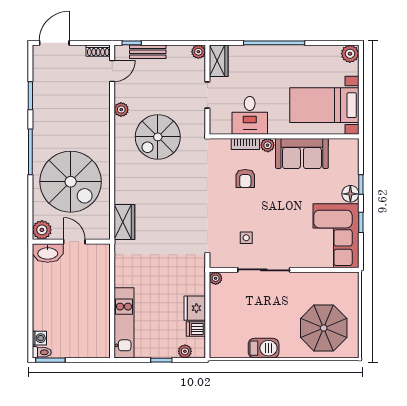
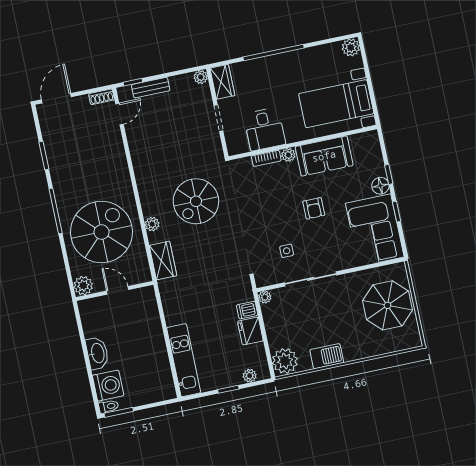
plant: (121, 110) -> (152, 224), moved
spiral stairs: (158, 137) -> (196, 201), moved
armchair: (245, 178) -> (314, 208), moved
spiral stairs: (71, 182) -> (102, 232), turned -90
washbasin: (48, 253) -> (97, 353), moved, turned -90
parasol: (324, 328) -> (387, 305), moved
dishwasher: (196, 329) -> (247, 310), moved
washing machine: (39, 338) -> (108, 386), width x1.89, depth x1.89
plant: (222, 344) -> (285, 361), added

